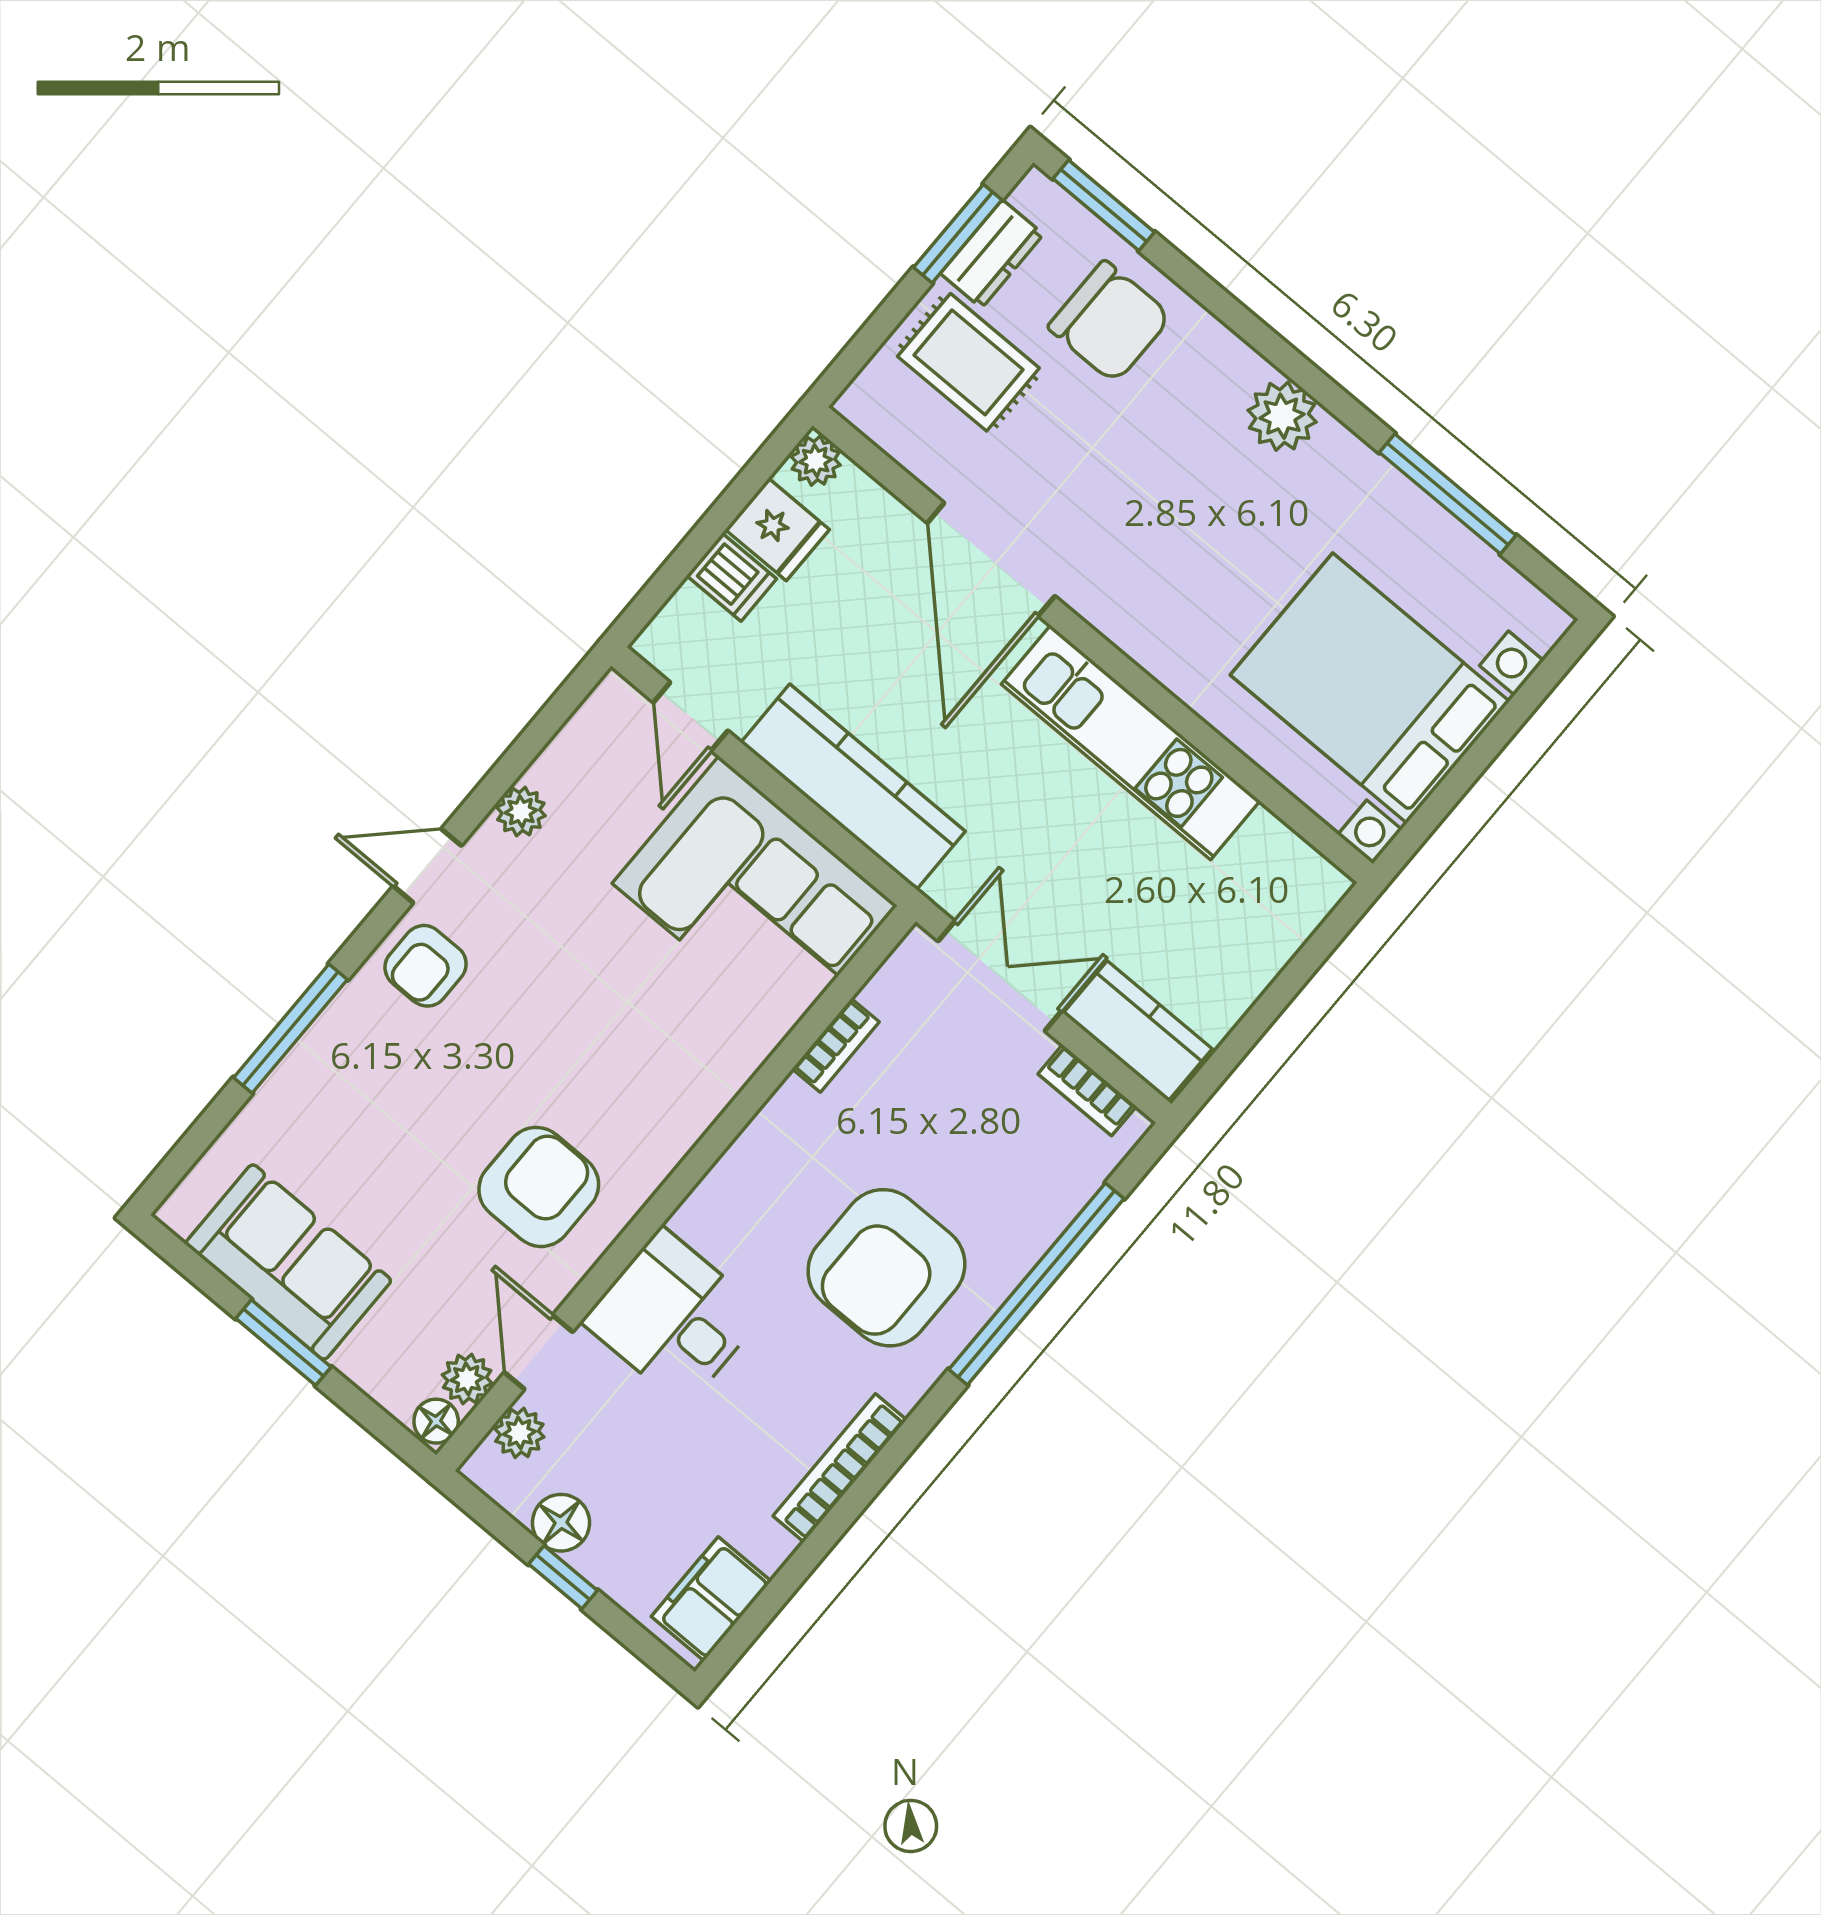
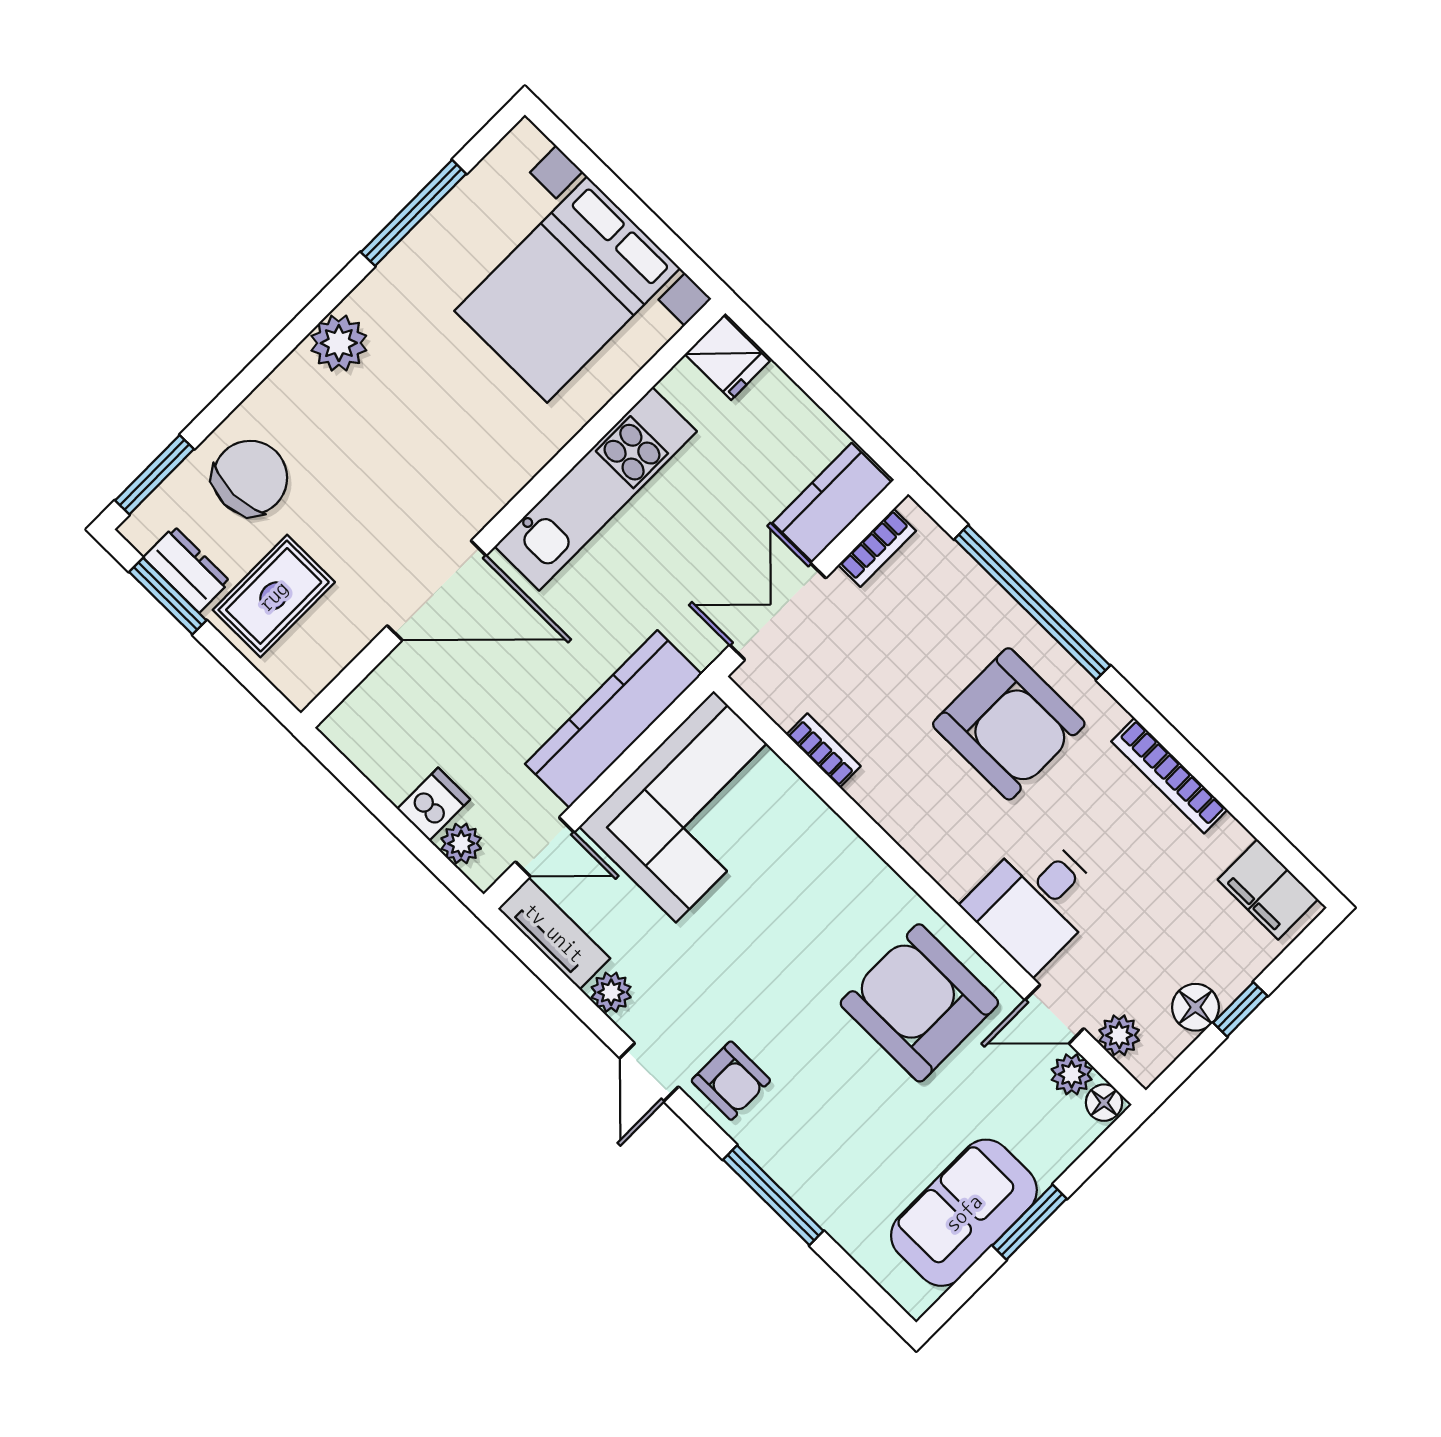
plant: (816, 461) -> (461, 843), moved
fridge: (777, 530) -> (727, 358), moved, turned 90
tv unit: (587, 736) -> (554, 933), added
armchair: (539, 1187) -> (919, 1003), width x1.36, depth x1.36

